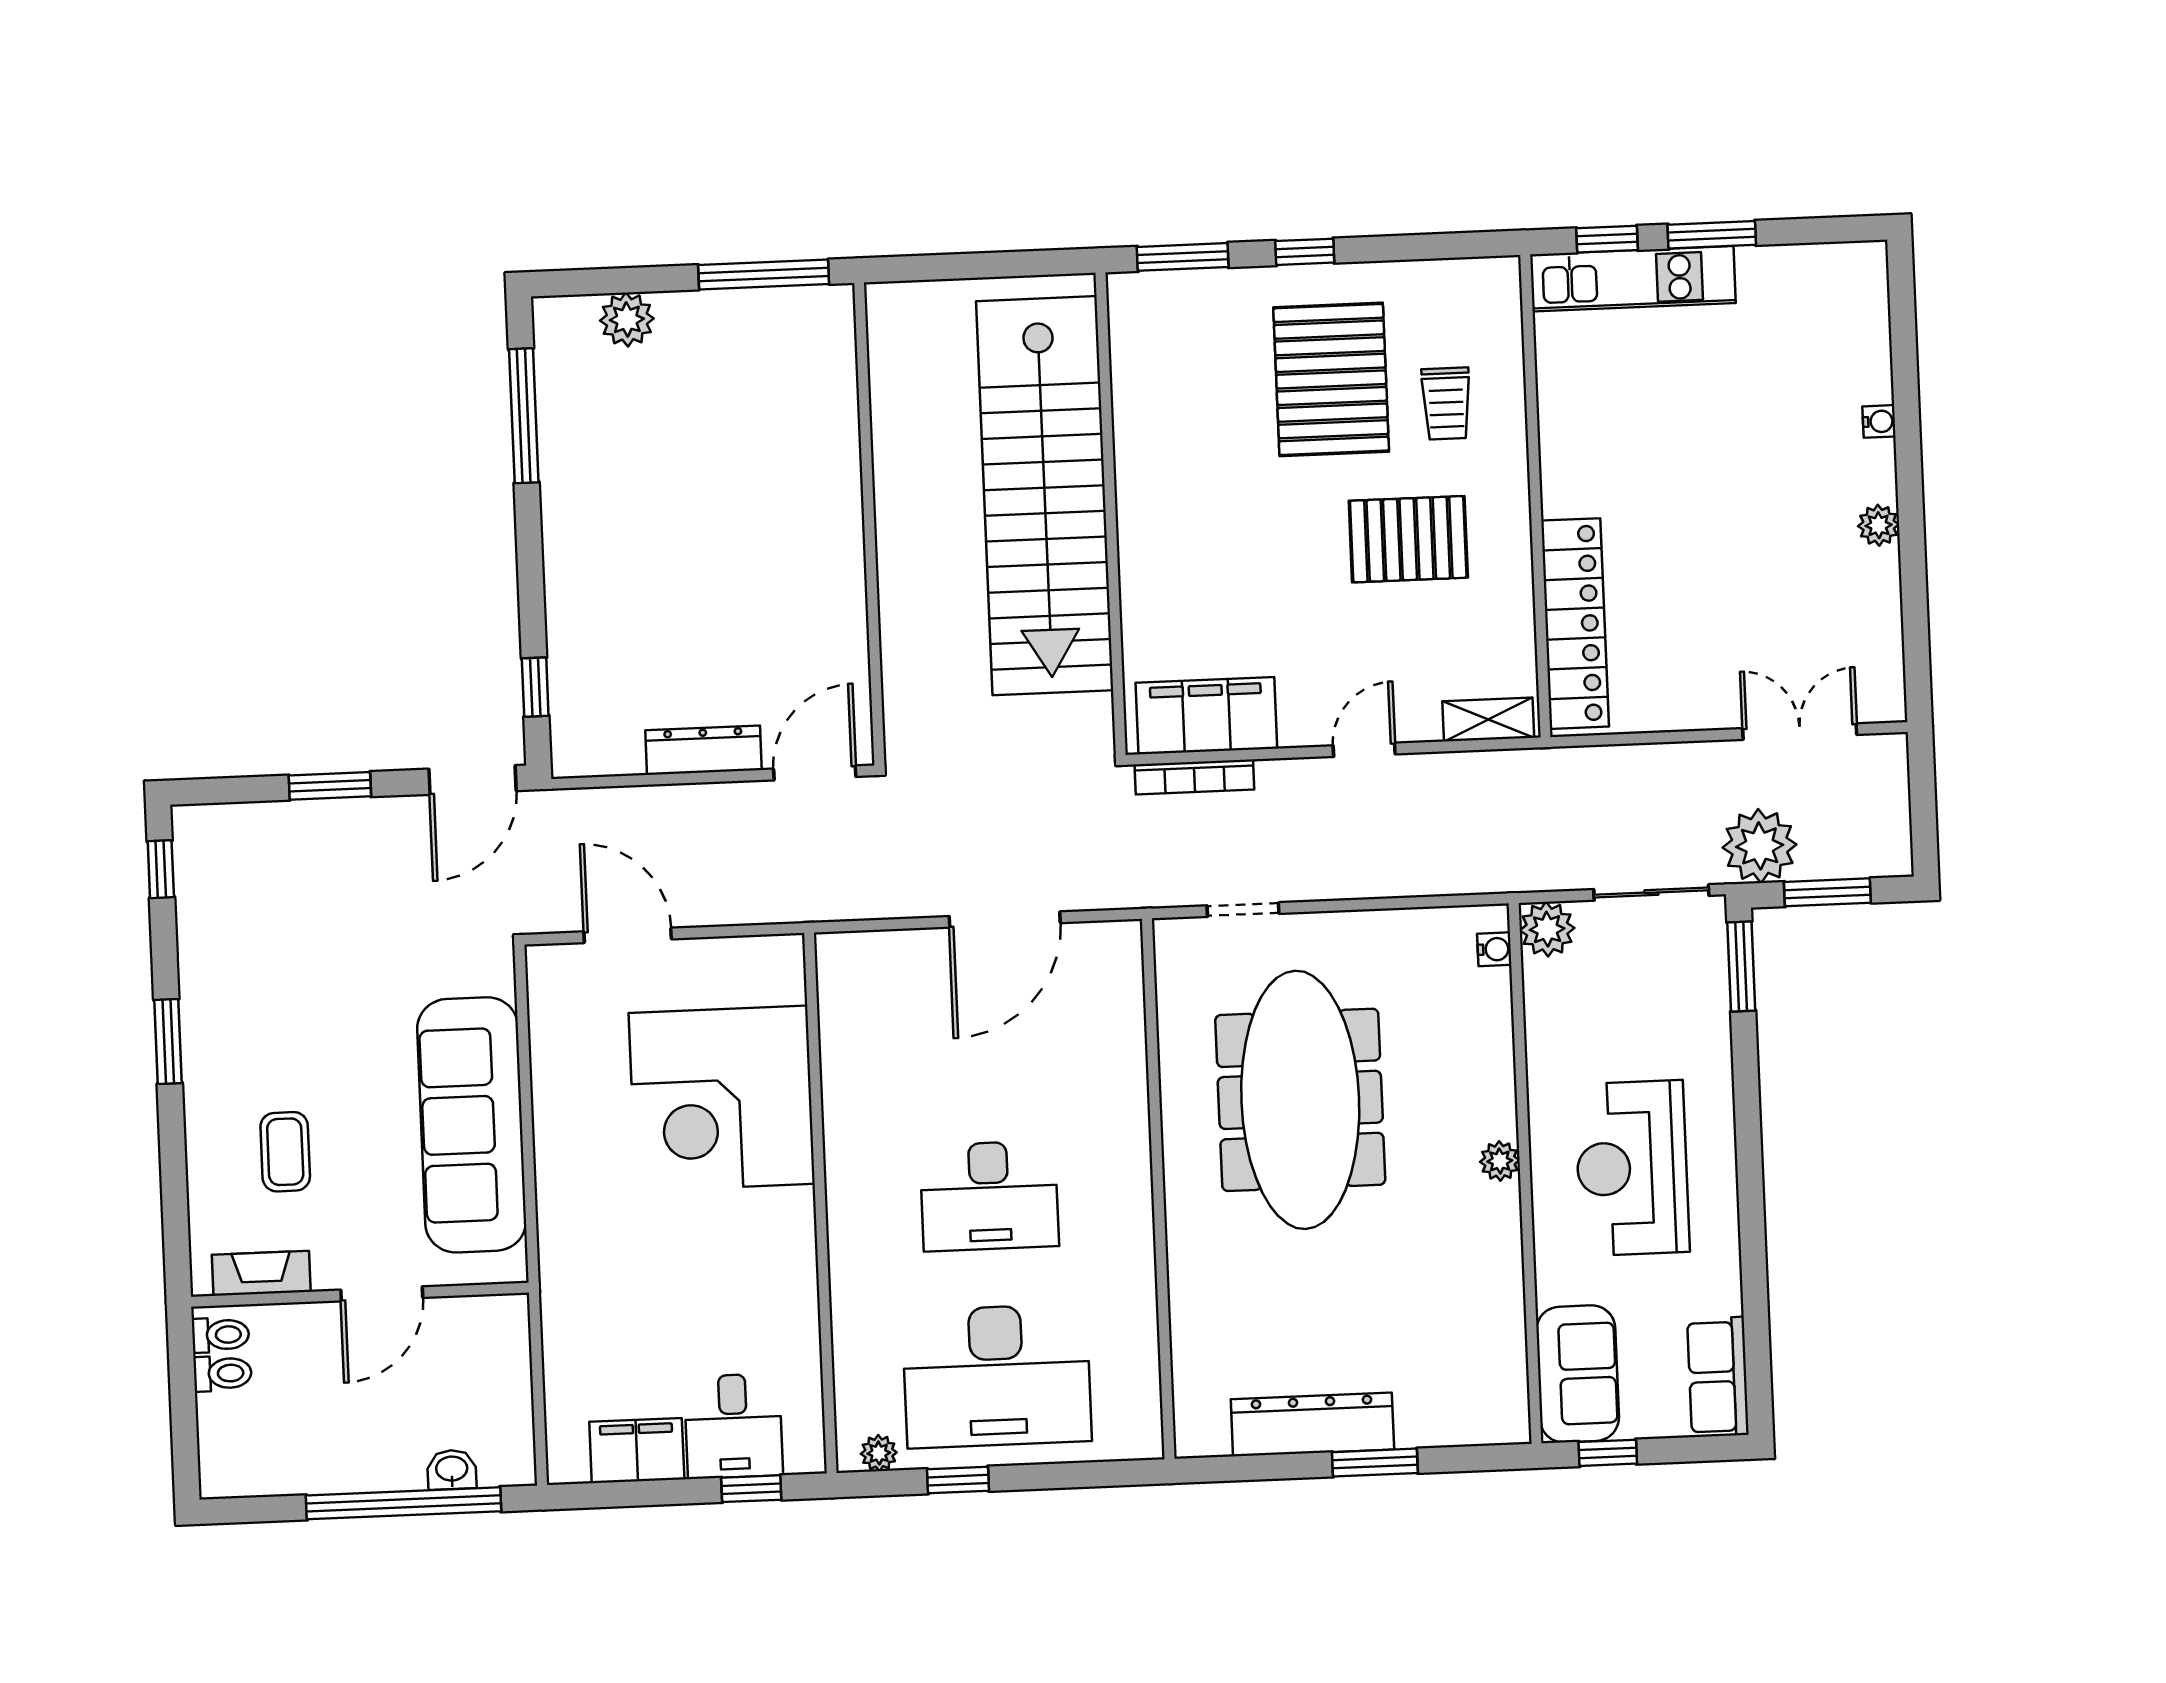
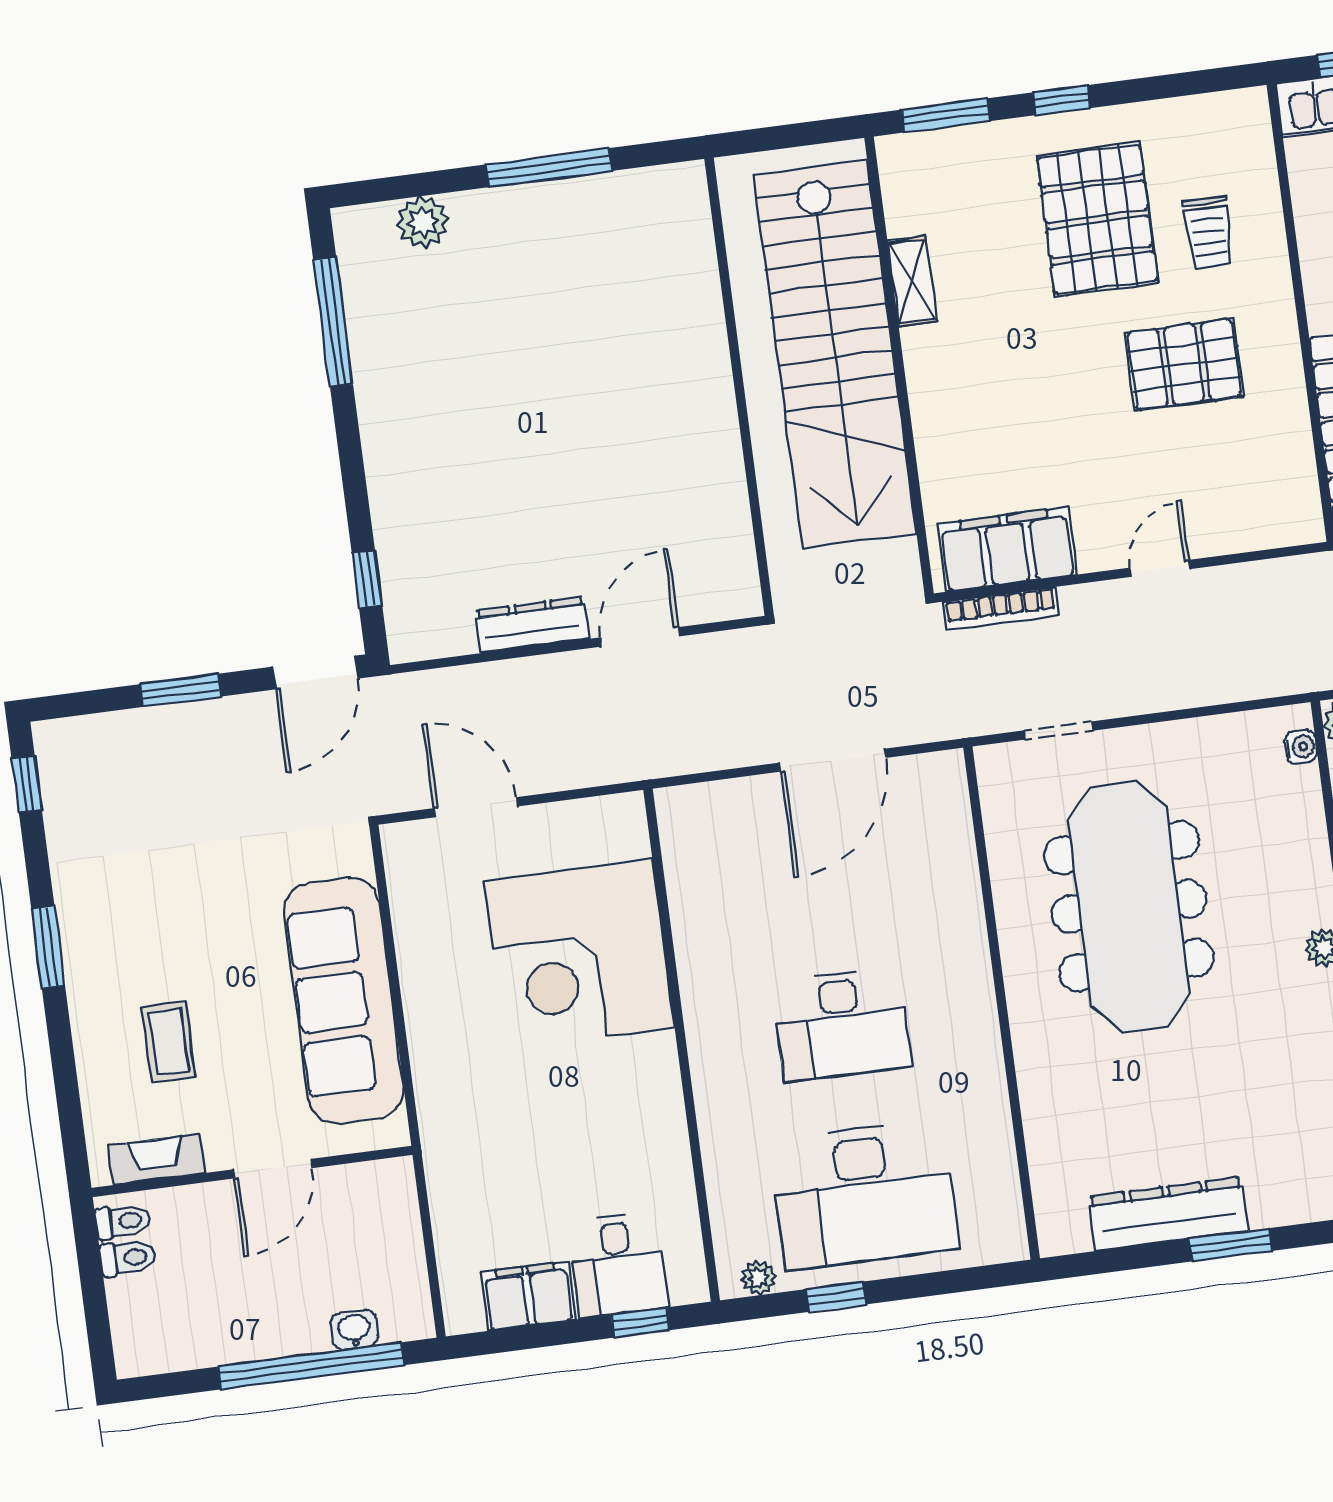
wall: (869, 524) -> (739, 387), moved
shelving: (1488, 719) -> (912, 282), moved, turned 90

